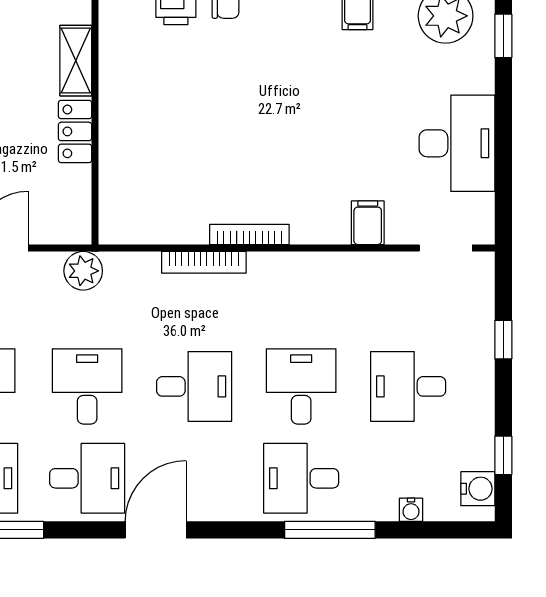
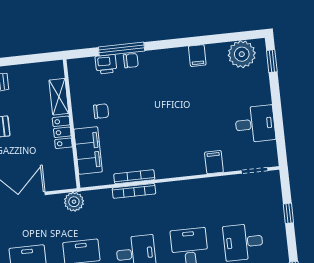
chair: (156, 98) -> (101, 111), added
desk: (457, 143) -> (255, 124), width x0.73
filing cabinet: (122, 173) -> (88, 150), added
bookcase: (249, 234) -> (134, 177), moved

